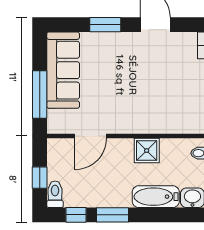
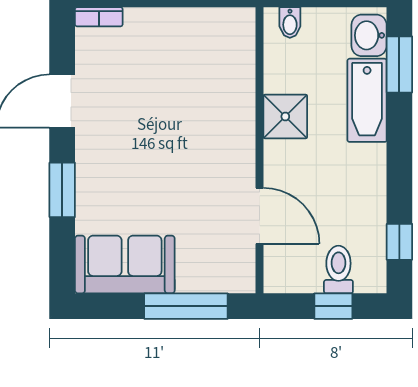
sofa: (63, 70) -> (125, 265), width x0.73
toilet: (55, 194) -> (338, 270), moved, turned 90
window: (112, 215) -> (399, 64), moved

